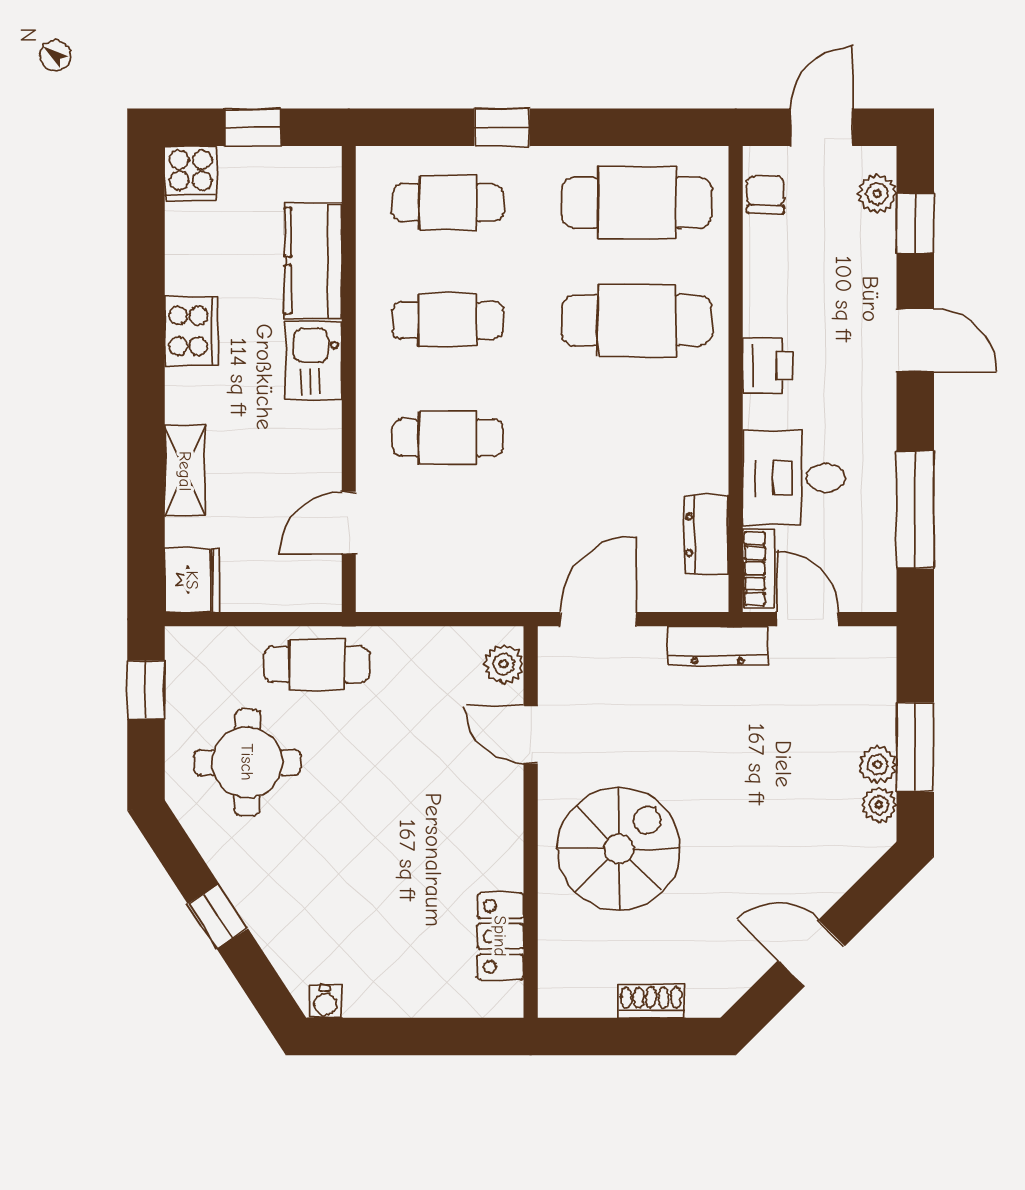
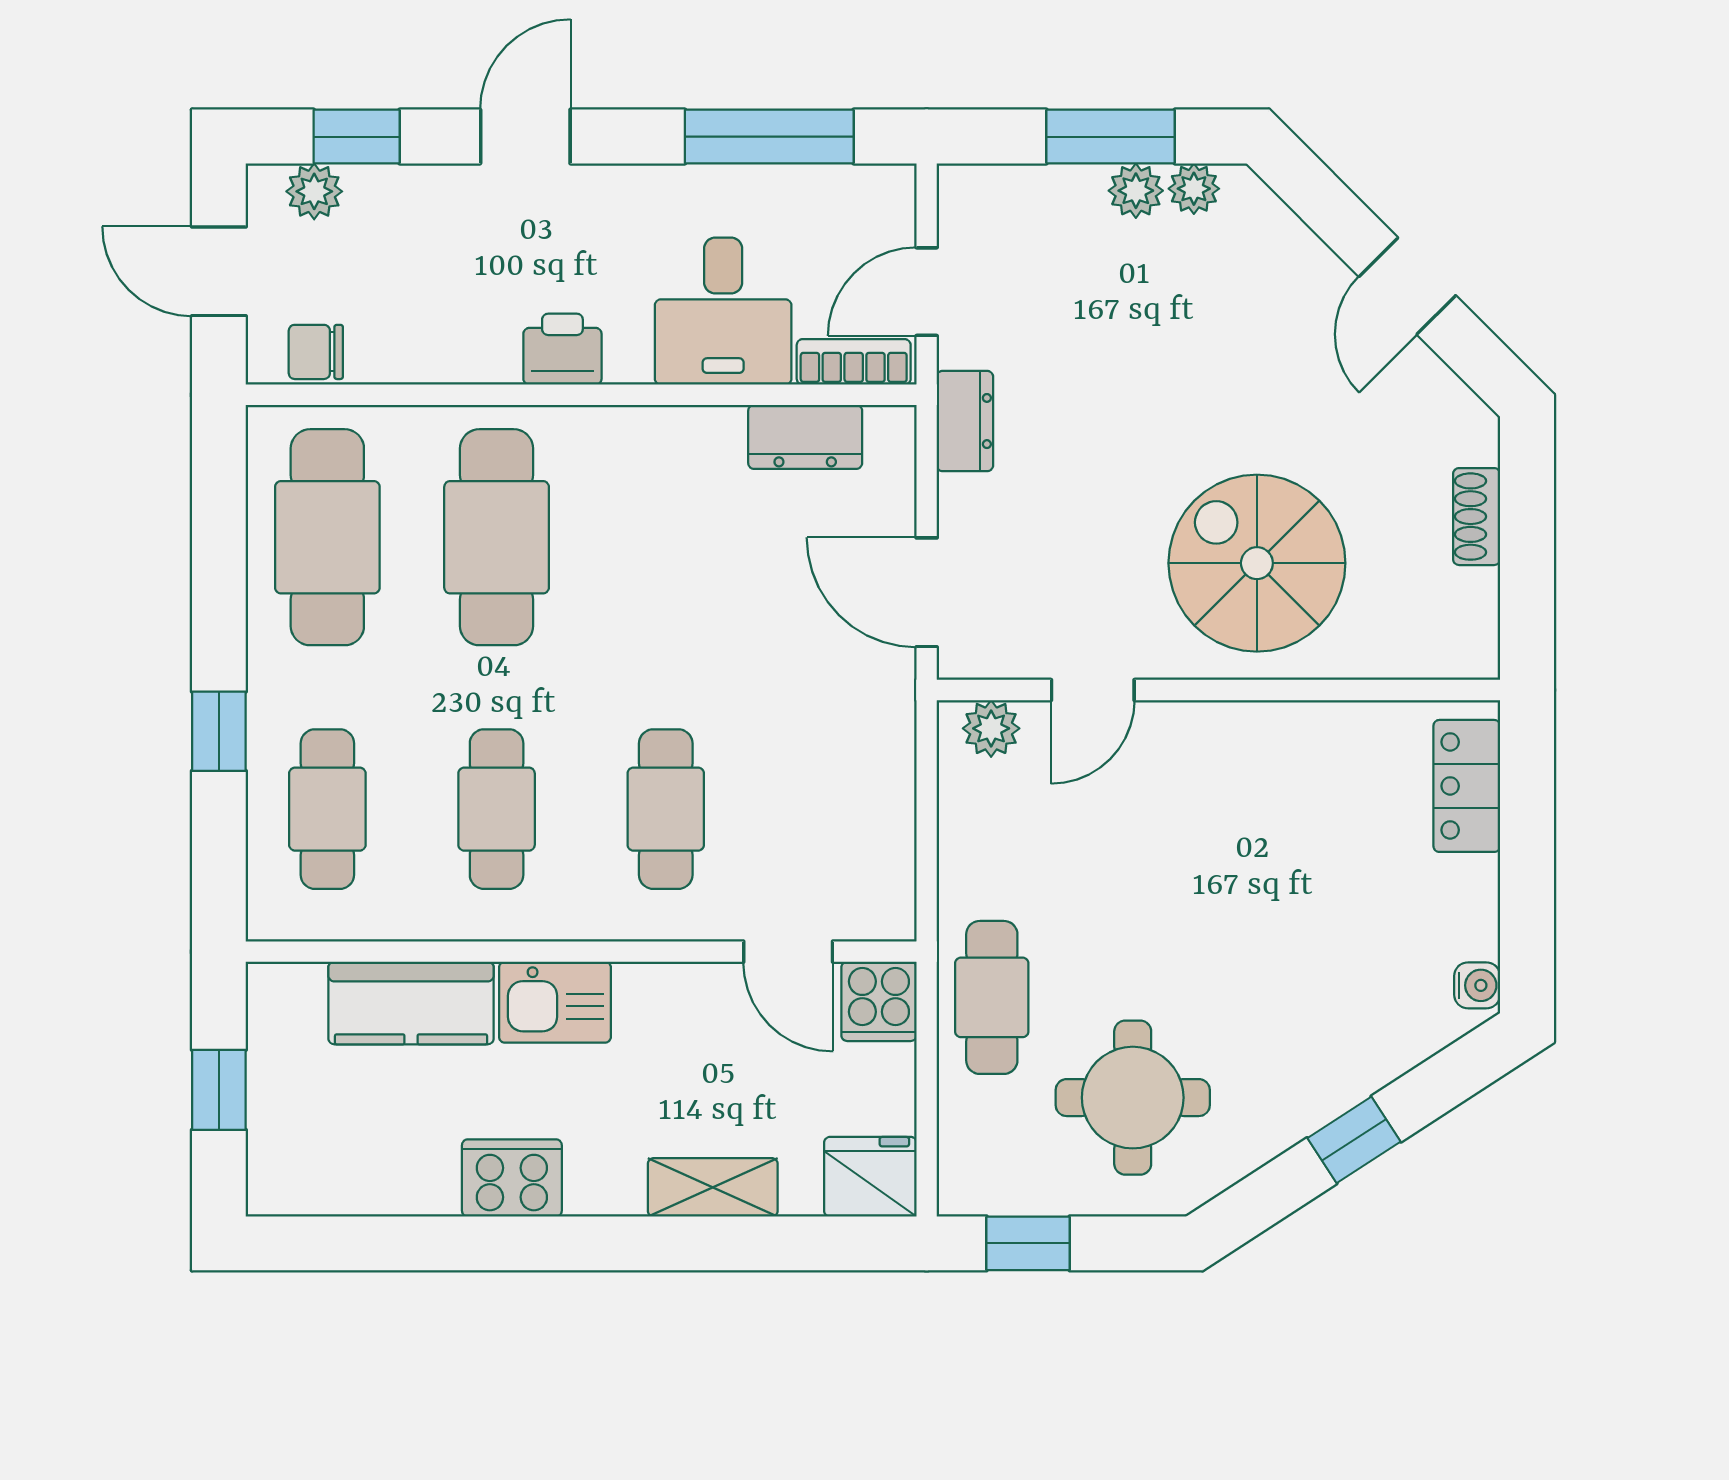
cooker: (191, 174) -> (879, 1001), moved, turned 90
dresser: (717, 646) -> (965, 421), width x0.70
locker: (500, 936) -> (1467, 786), moved, turned 90

